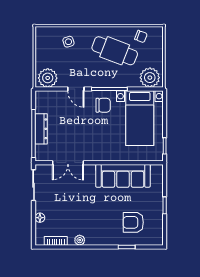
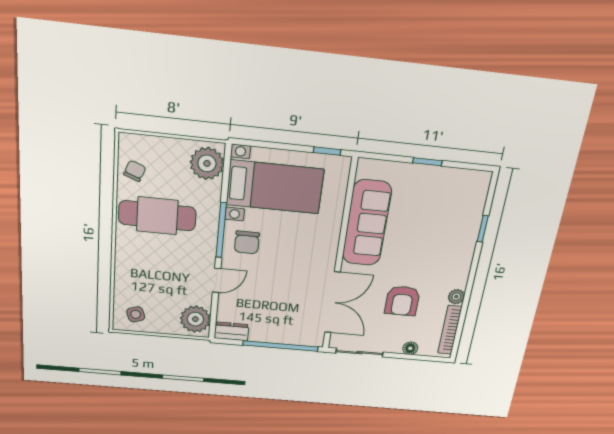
side table: (68, 42) -> (136, 314), moved
cafe table: (115, 51) -> (157, 216), turned 69
chair: (103, 105) -> (247, 242), turned 180
dresser: (41, 129) -> (231, 331), moved, width x0.70
double door: (68, 163) -> (333, 302), width x1.37
armchair: (133, 222) -> (402, 301), moved
bookcase: (56, 241) -> (450, 330), width x1.56

